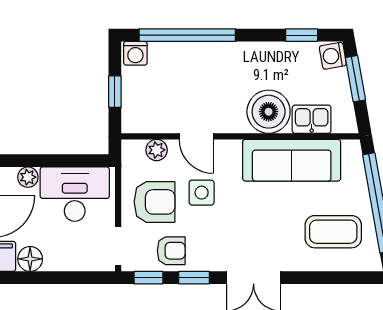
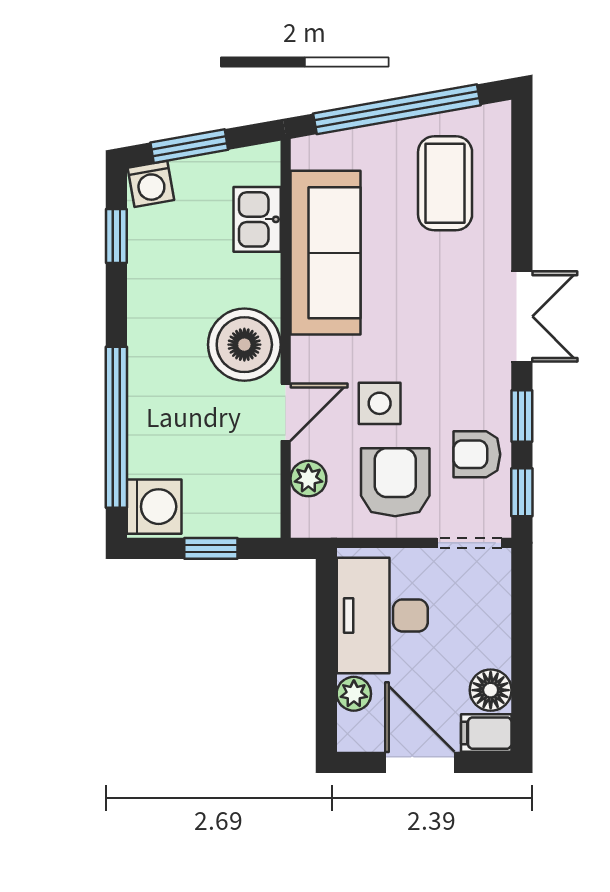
washing machine: (135, 53) -> (154, 507), width x1.38, depth x1.38
boiler: (269, 112) -> (244, 345), moved
armchair: (171, 251) -> (477, 454), turned -90

